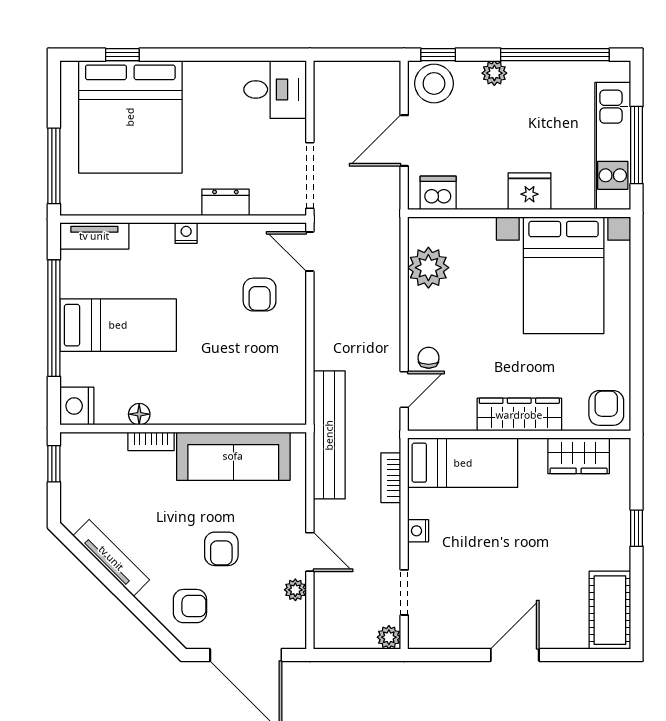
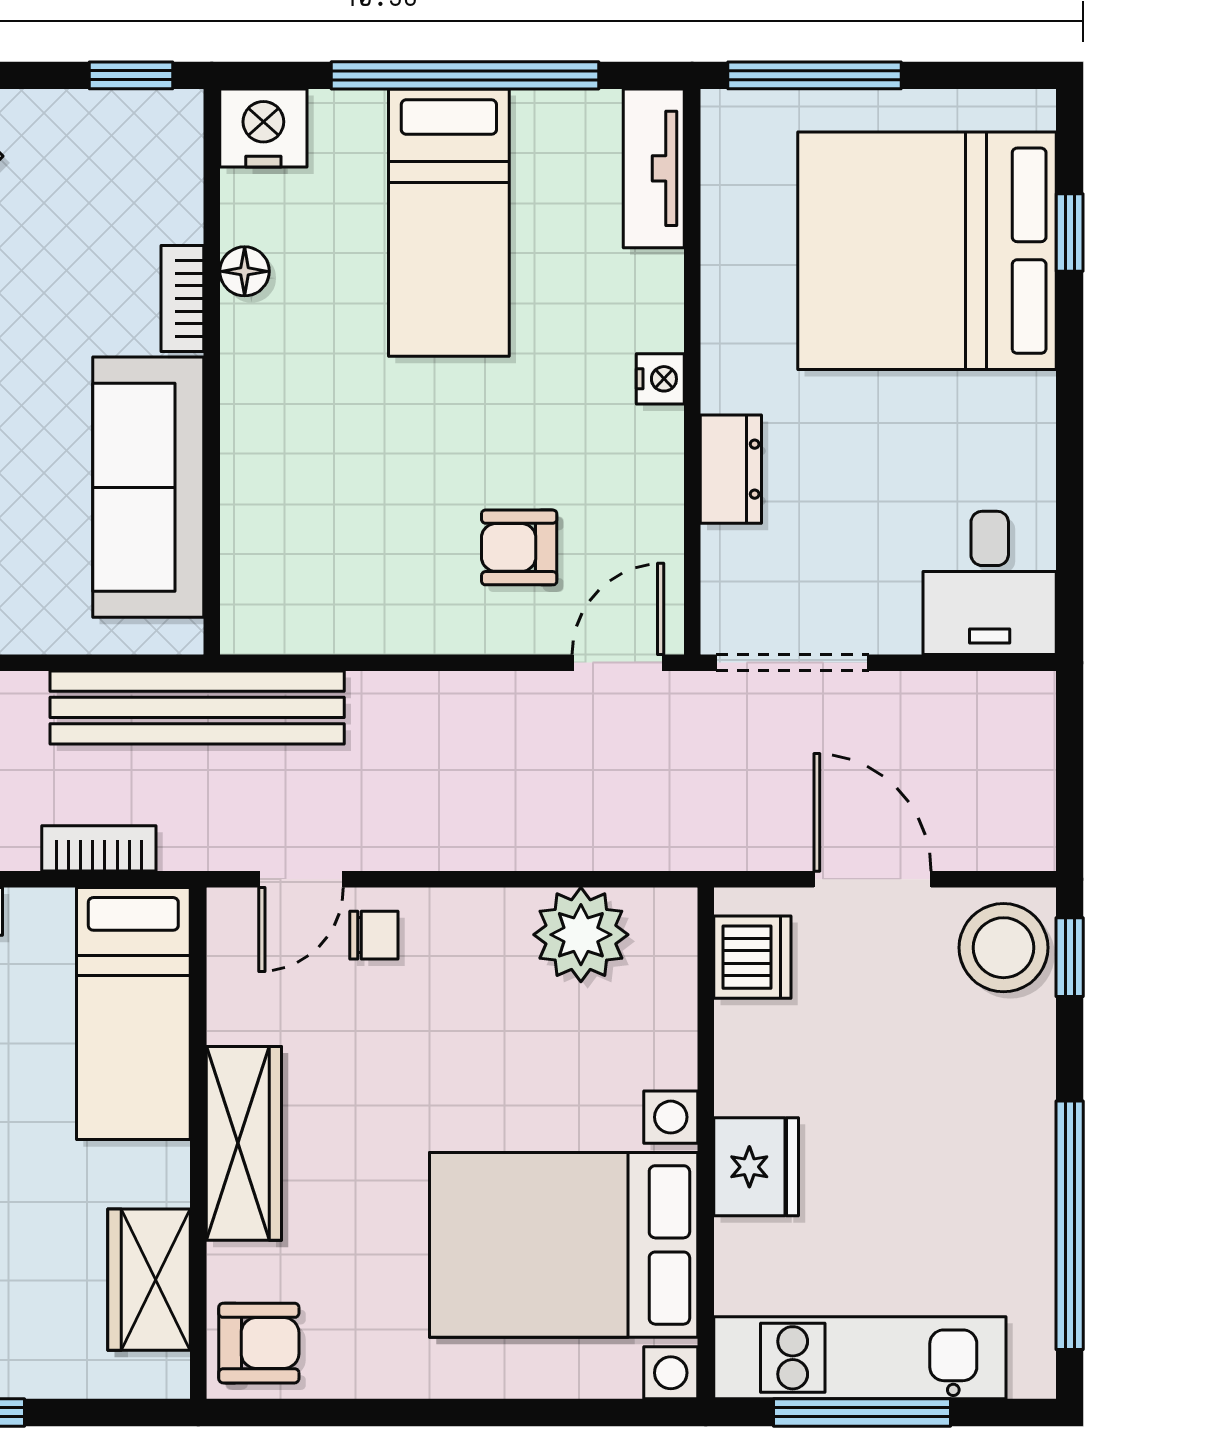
plant: (494, 73) -> (1027, 1086), removed
door: (404, 390) -> (301, 879), hinge flipped

